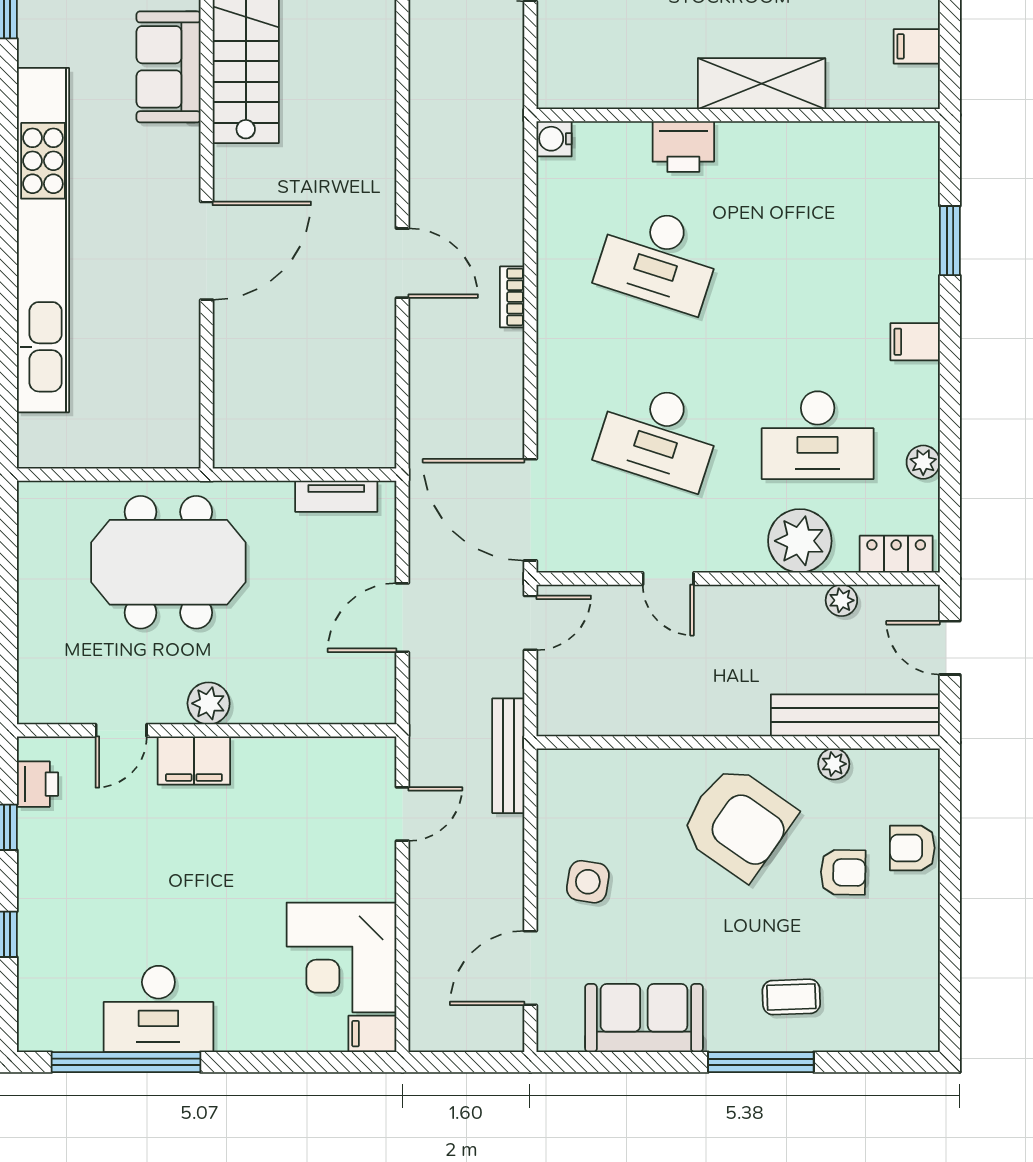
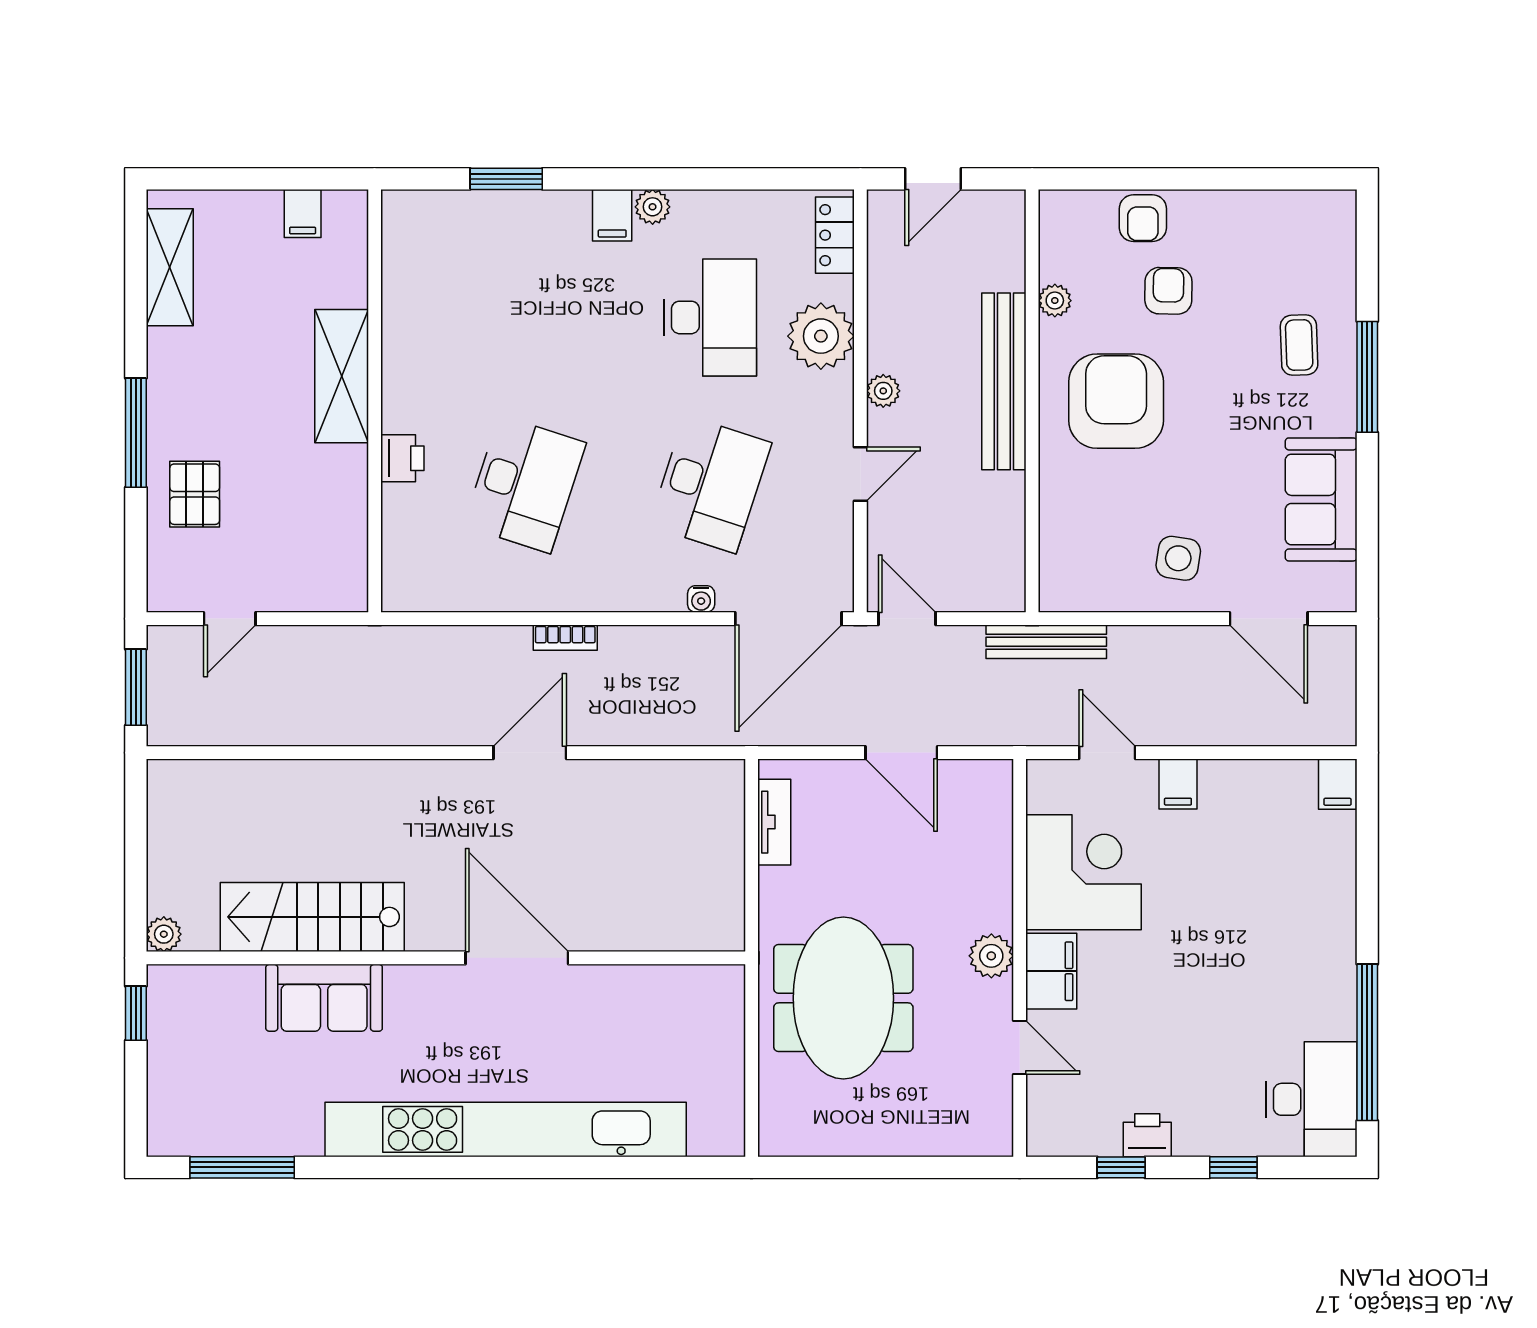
water cooler: (554, 139) -> (701, 599), moved, width x0.72, depth x0.72
printer: (683, 146) -> (402, 458), width x0.73, depth x0.81
plant: (923, 462) -> (653, 207), moved
plant: (841, 600) -> (883, 391), moved
bench: (855, 715) -> (1004, 381), moved
printer: (37, 784) -> (1147, 1135), moved
armchair: (738, 822) -> (1116, 401), turned -35
filing cabinet: (373, 881) -> (1178, 784), added
corner desk: (341, 958) -> (1083, 872), moved, turned -90
desk: (158, 1009) -> (1312, 1099), moved

